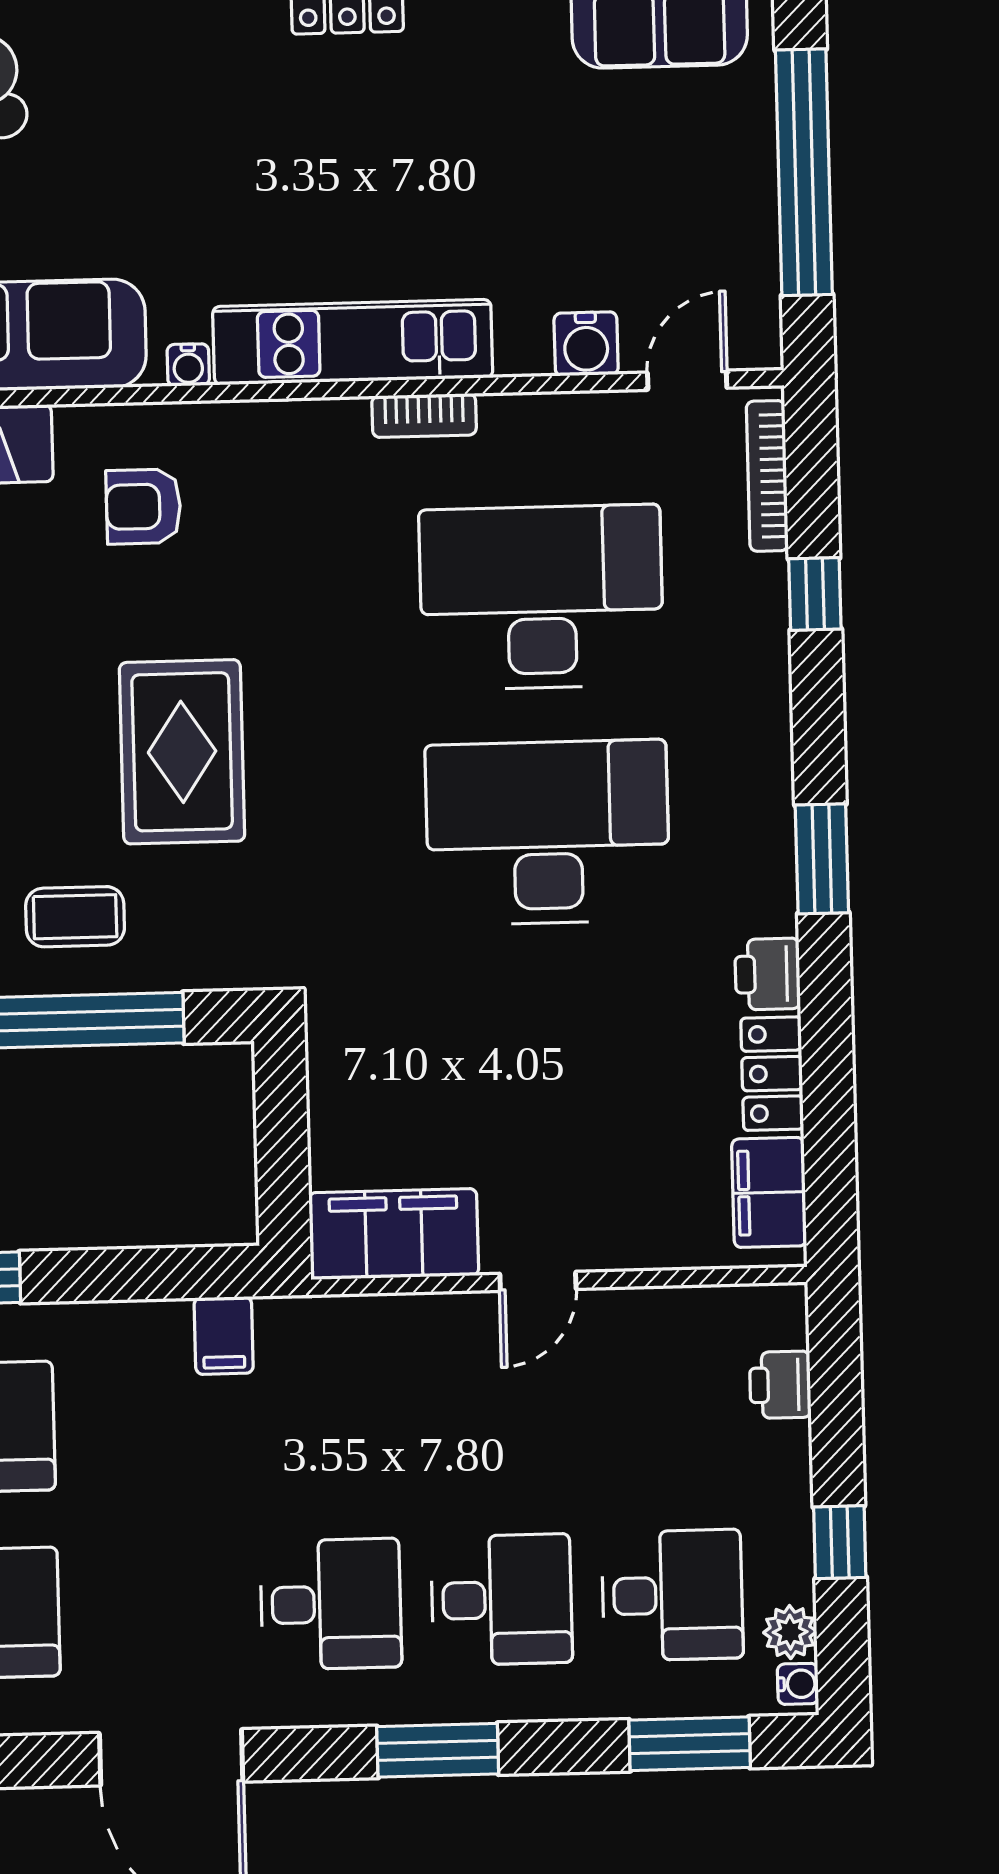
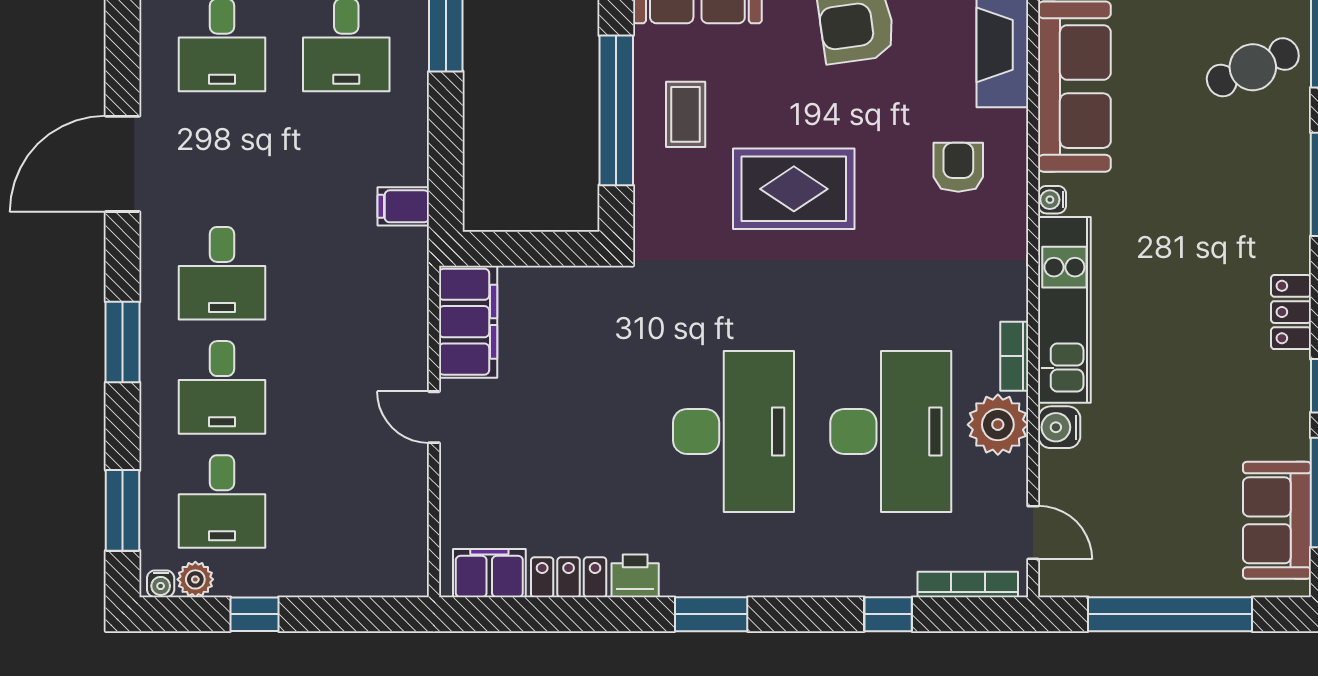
water cooler: (586, 344) -> (1059, 427), moved
plant: (527, 437) -> (998, 425), added
printer: (780, 1385) -> (361, 577), removed

